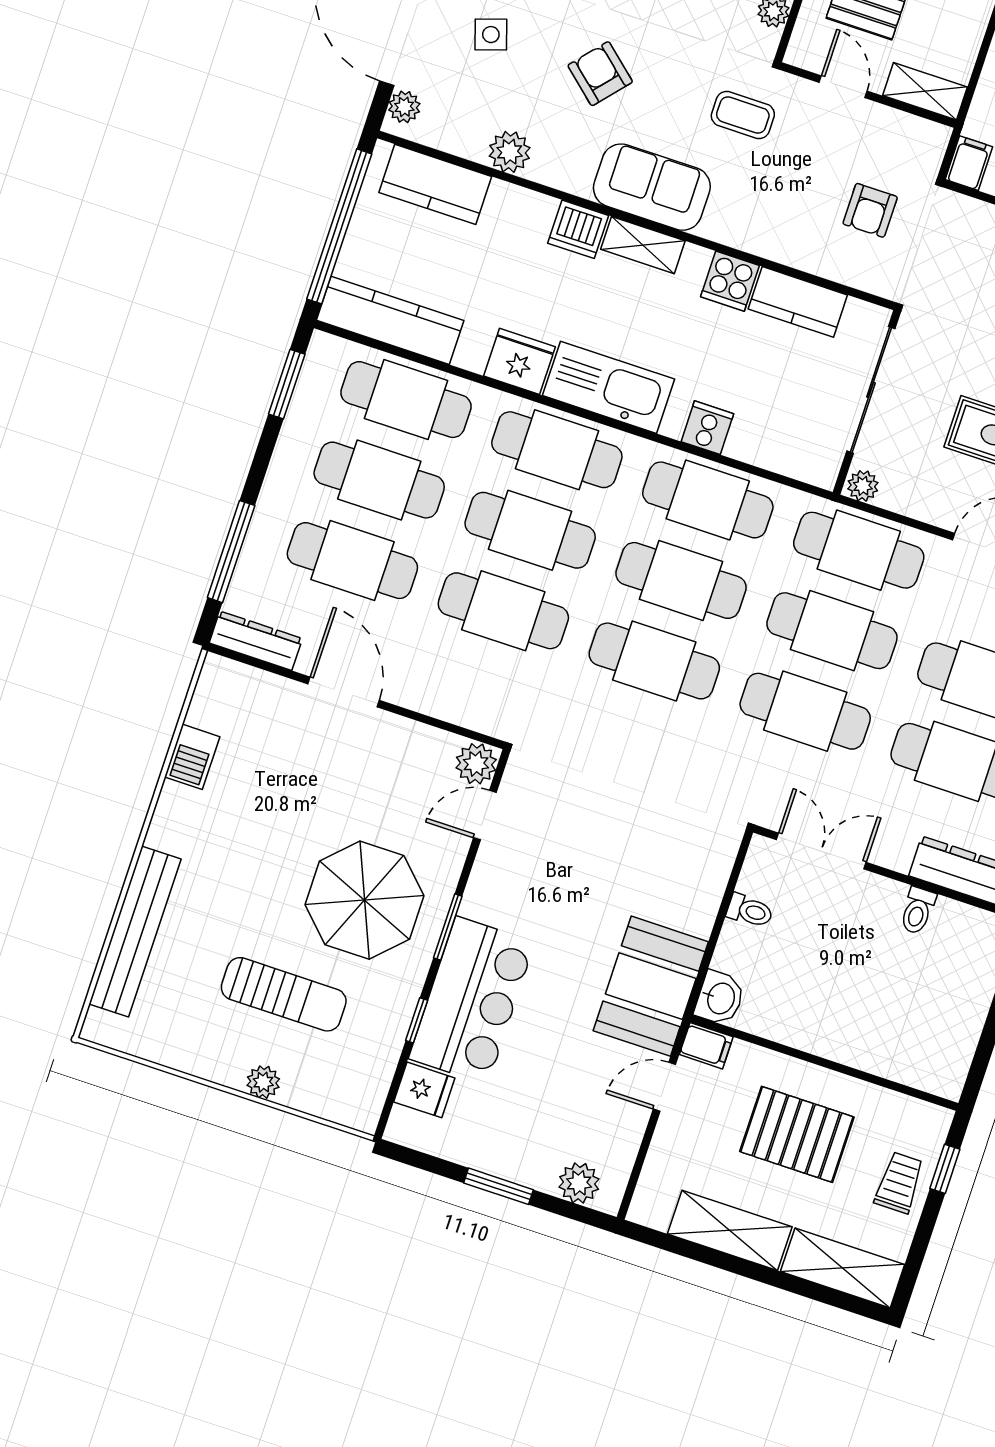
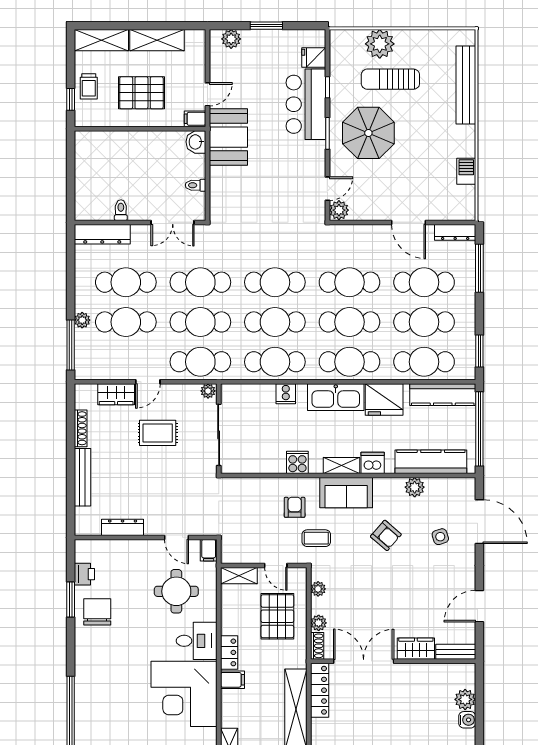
plant: (404, 107) -> (468, 492), removed
kitchen counter: (435, 184) -> (431, 462), width x1.50
armchair: (870, 210) -> (295, 507), moved
kitchen counter: (798, 302) -> (264, 463), removed
fridge: (520, 361) -> (384, 400), width x1.36, depth x1.34
plant: (263, 1082) -> (380, 44), width x1.88, depth x1.88

